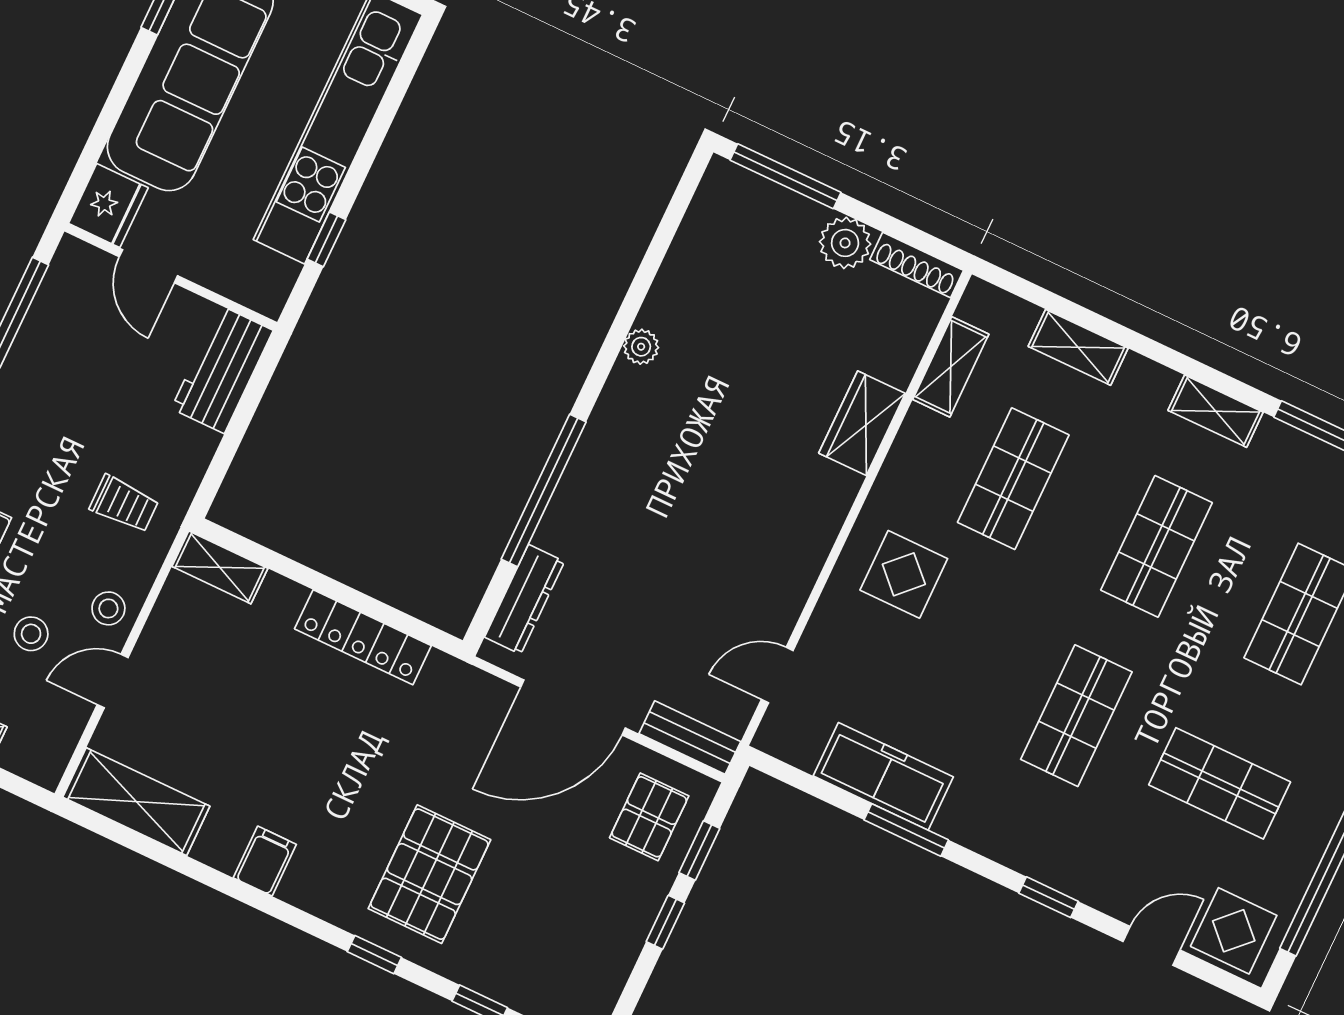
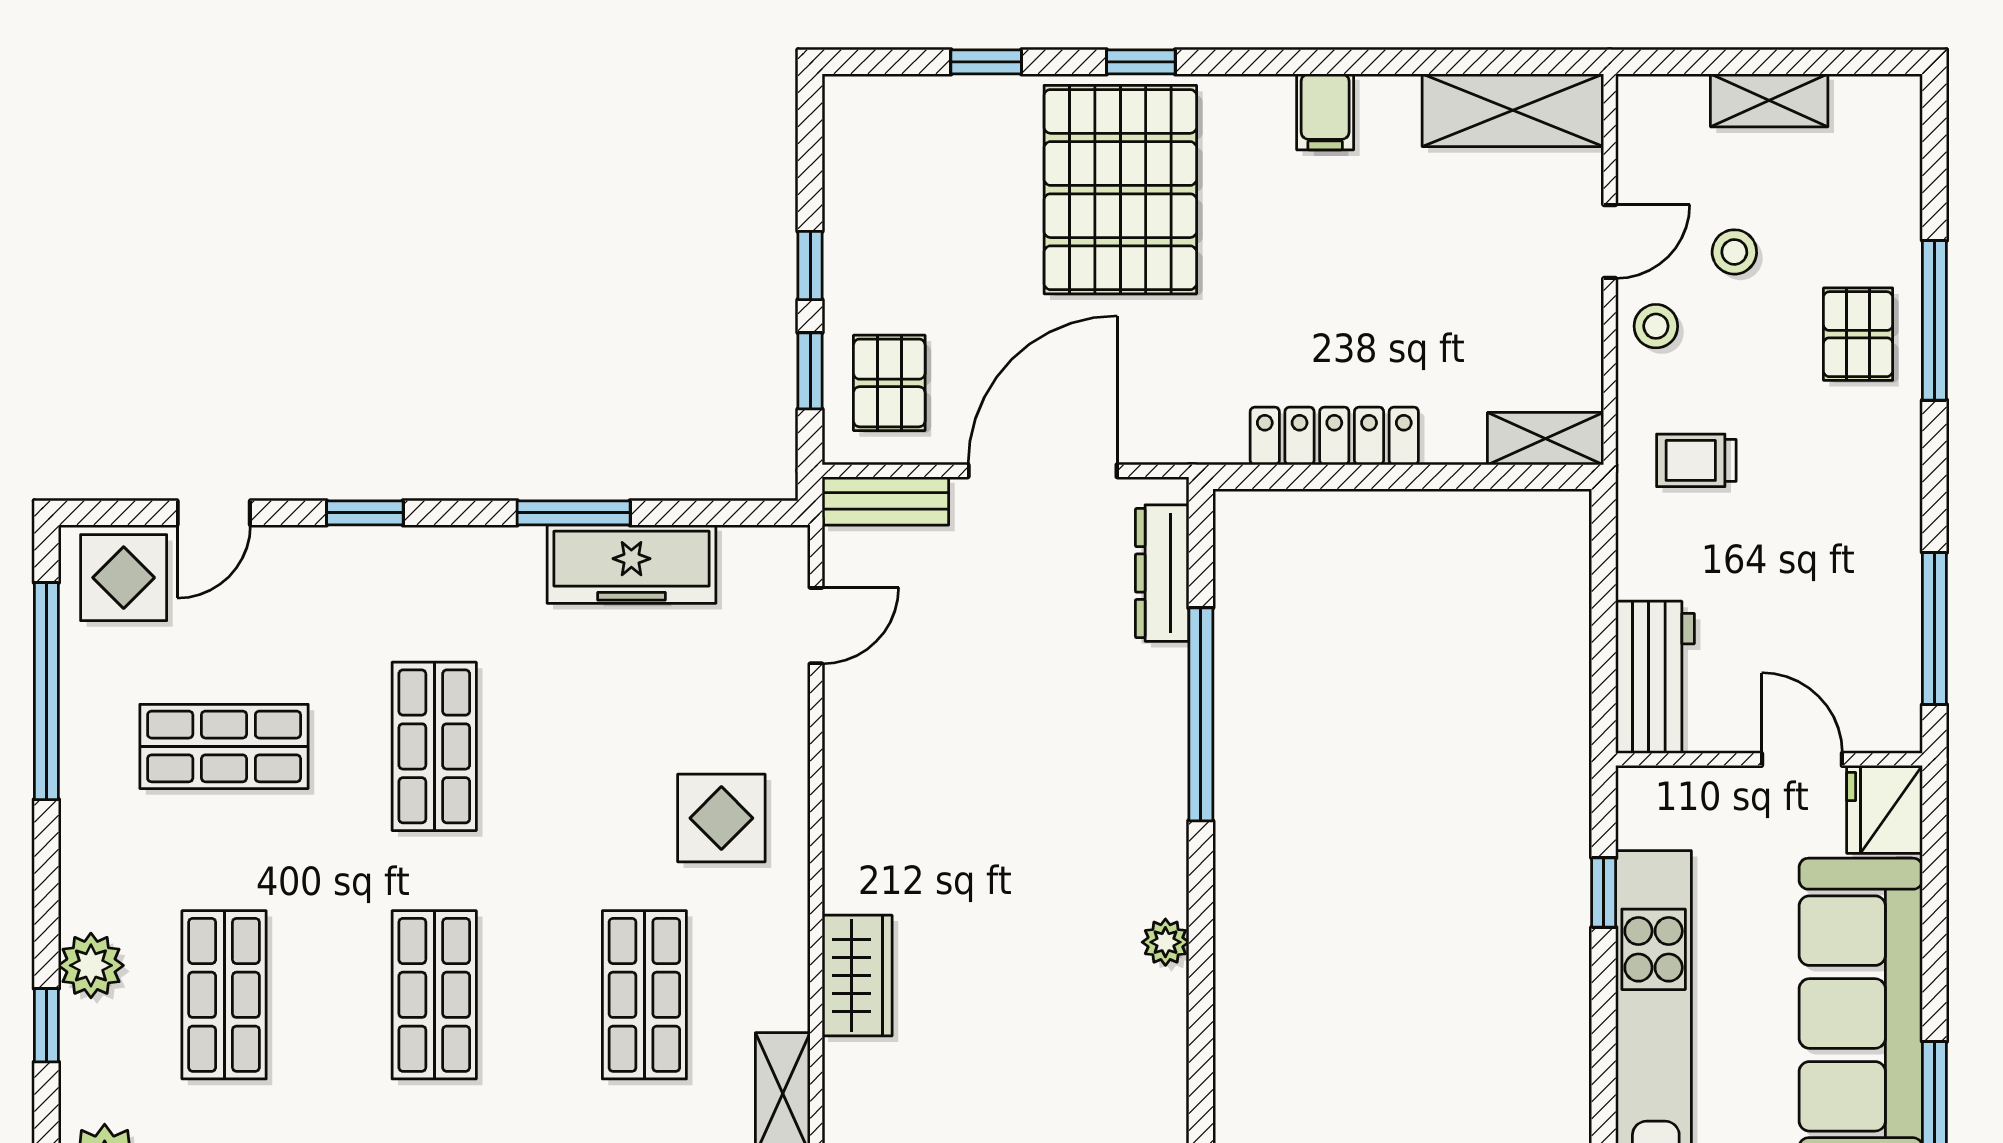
pallet: (429, 874) -> (1120, 190), width x1.37, depth x1.41

